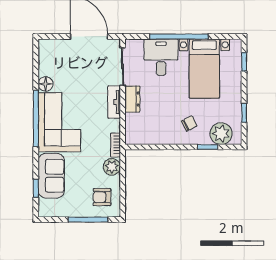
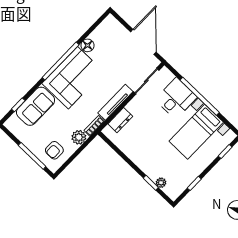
dresser: (132, 99) -> (120, 120), moved
tv unit: (114, 102) -> (115, 102), width x1.41
chair: (189, 124) -> (154, 157), removed
plant: (221, 134) -> (161, 183), width x0.53, depth x0.53
armchair: (102, 197) -> (54, 150), turned -90

